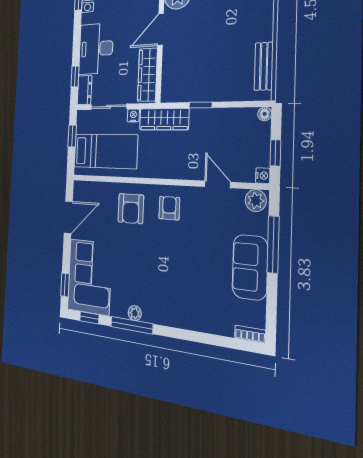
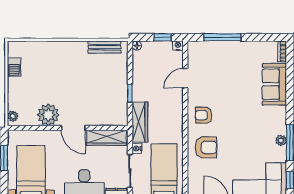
plant: (256, 201) -> (195, 50), removed
sofa: (250, 267) -> (274, 84), moved, turned 90

